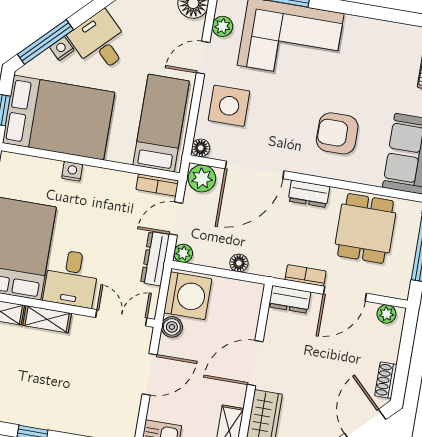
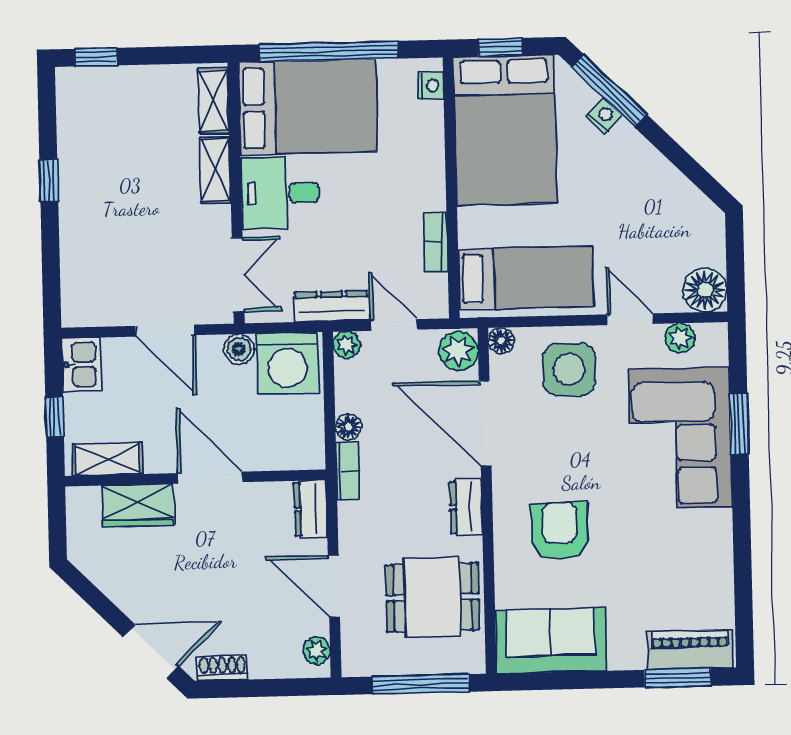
desk: (100, 42) -> (624, 168), removed
nightstand: (72, 171) -> (431, 86), moved
bookcase: (157, 185) -> (435, 242), moved
bookcase: (306, 275) -> (348, 471), moved

